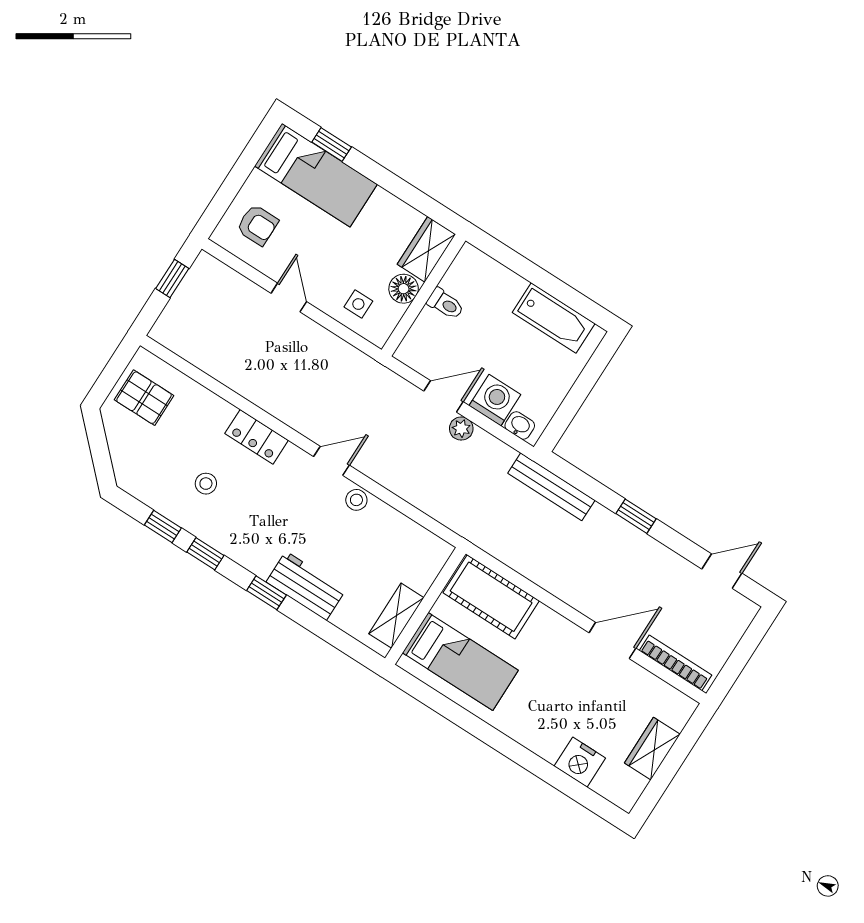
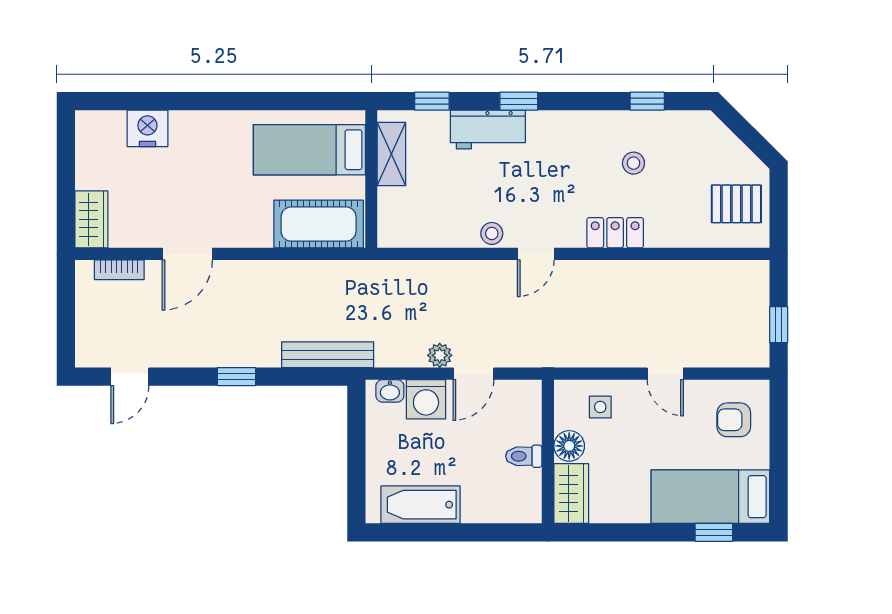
window: (205, 554) -> (432, 101), moved
bookcase: (675, 663) -> (119, 270), width x0.64
wardrobe: (652, 749) -> (91, 219), moved

